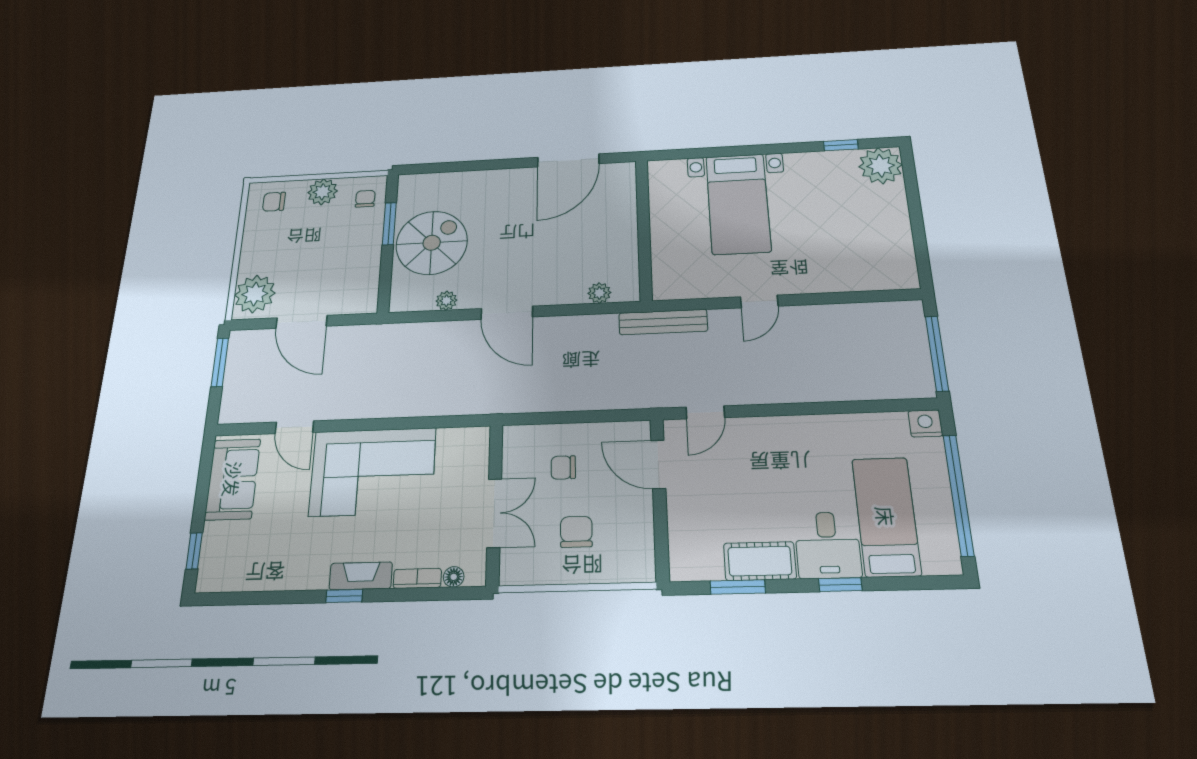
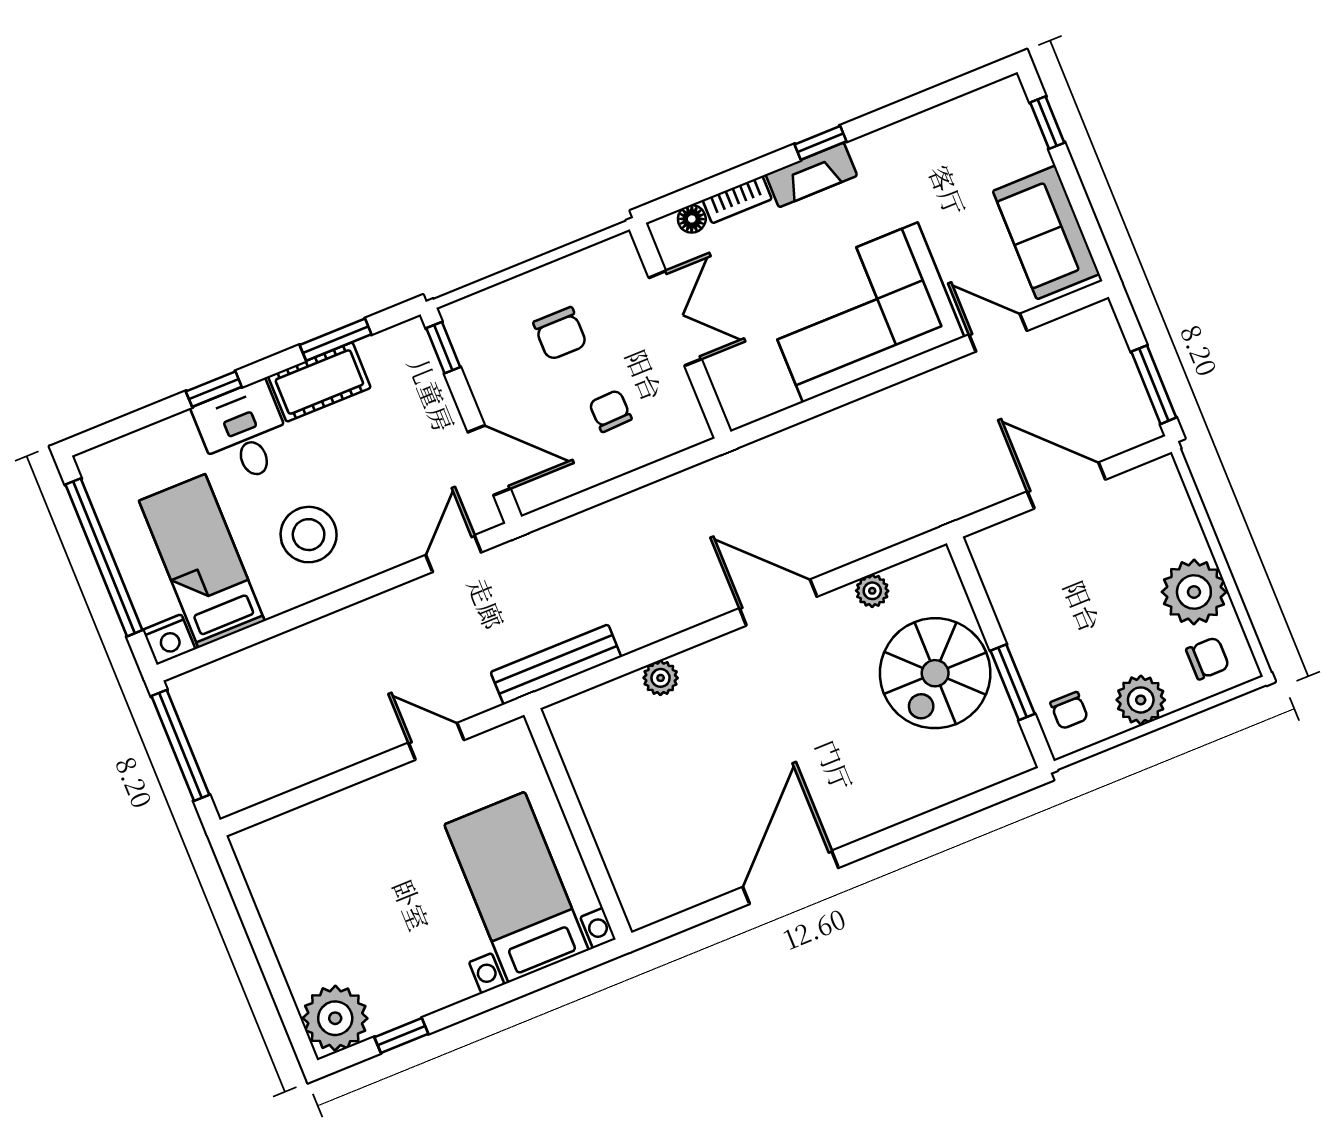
wall: (644, 229) -> (578, 824), moved
plant: (255, 294) -> (1194, 592), moved
door: (759, 301) -> (436, 741), hinge flipped
stool: (802, 459) -> (309, 535), added
chair: (563, 467) -> (610, 411), turned -92
double door: (494, 513) -> (675, 318), swing flipped
bed: (886, 516) -> (202, 561), moved, turned 180
window: (662, 552) -> (443, 348), added

